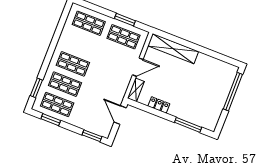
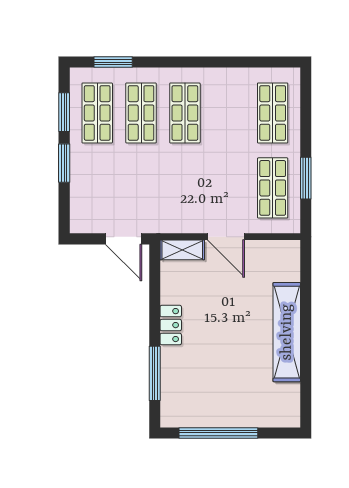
shelving: (173, 49) -> (287, 332), moved
window: (233, 92) -> (218, 433), moved
locker: (159, 105) -> (171, 325), moved
door: (120, 115) -> (124, 239), swing flipped
window: (92, 136) -> (64, 163), moved

